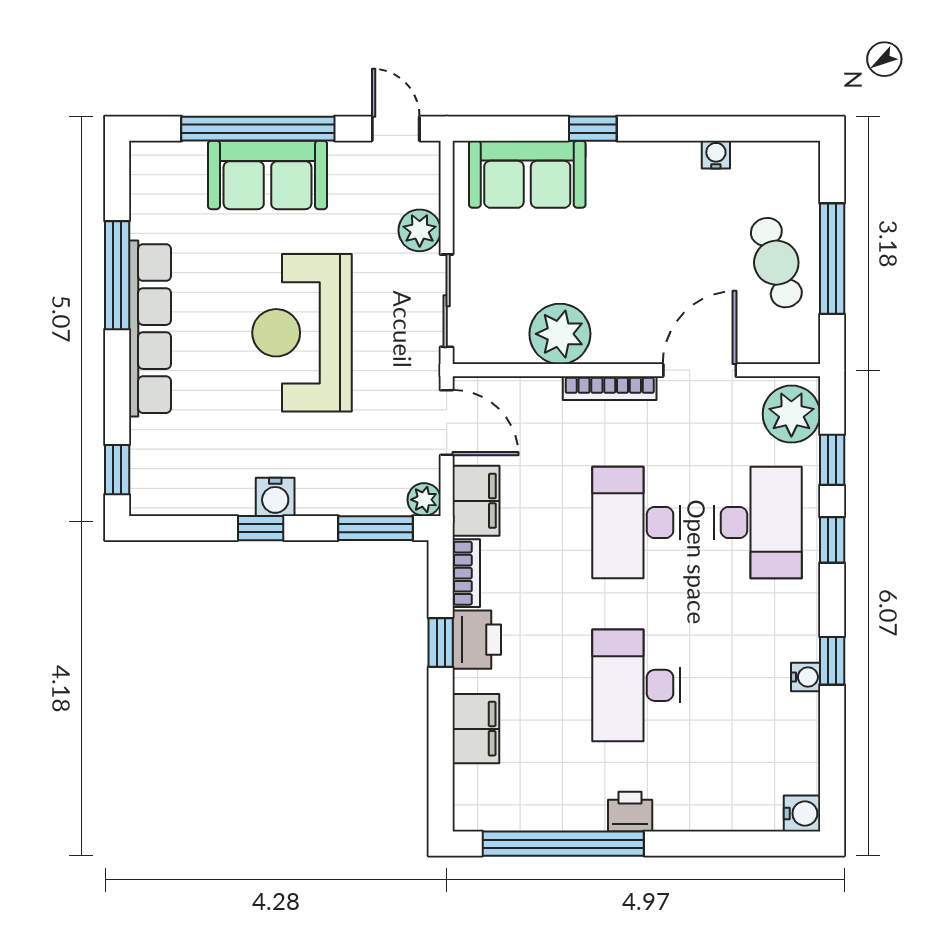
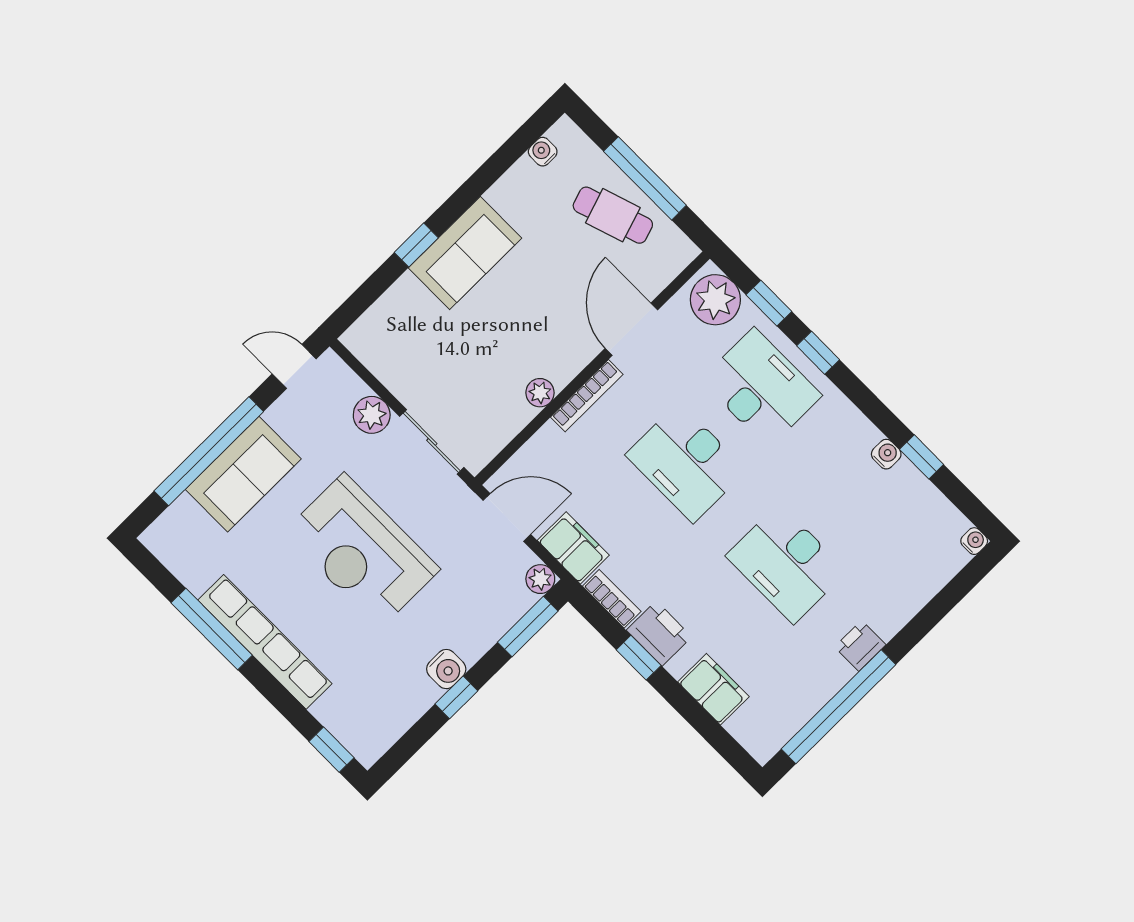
water cooler: (716, 155) -> (543, 152), moved
sofa: (527, 174) -> (465, 253), moved
plant: (560, 334) -> (540, 393), width x0.53, depth x0.53
window: (832, 661) -> (922, 457), moved
water cooler: (802, 814) -> (974, 541), width x0.72, depth x0.72

